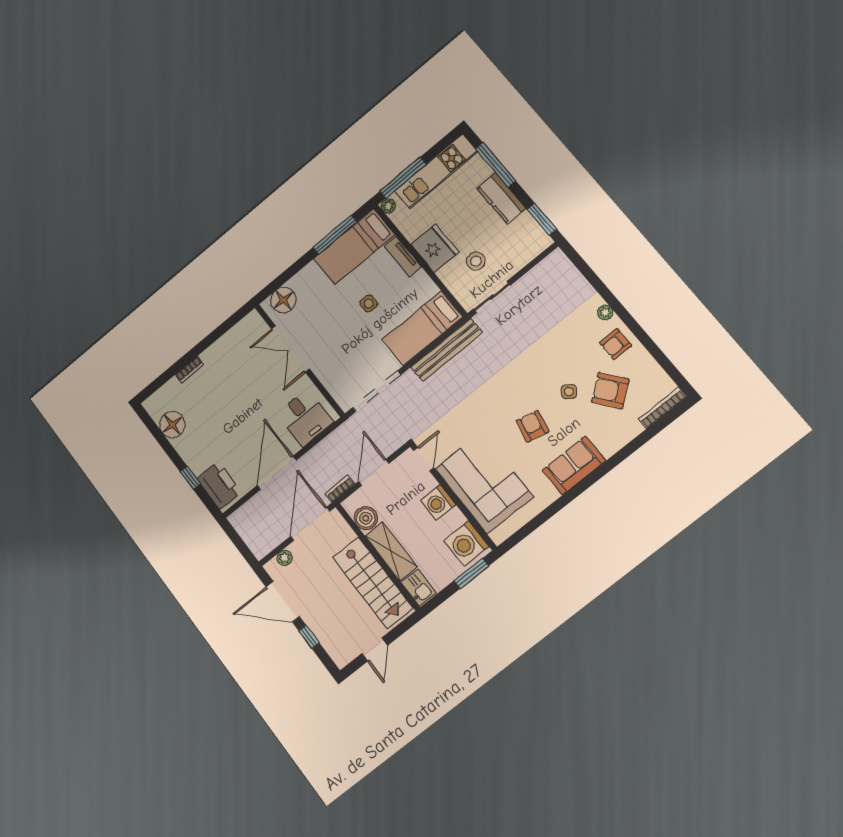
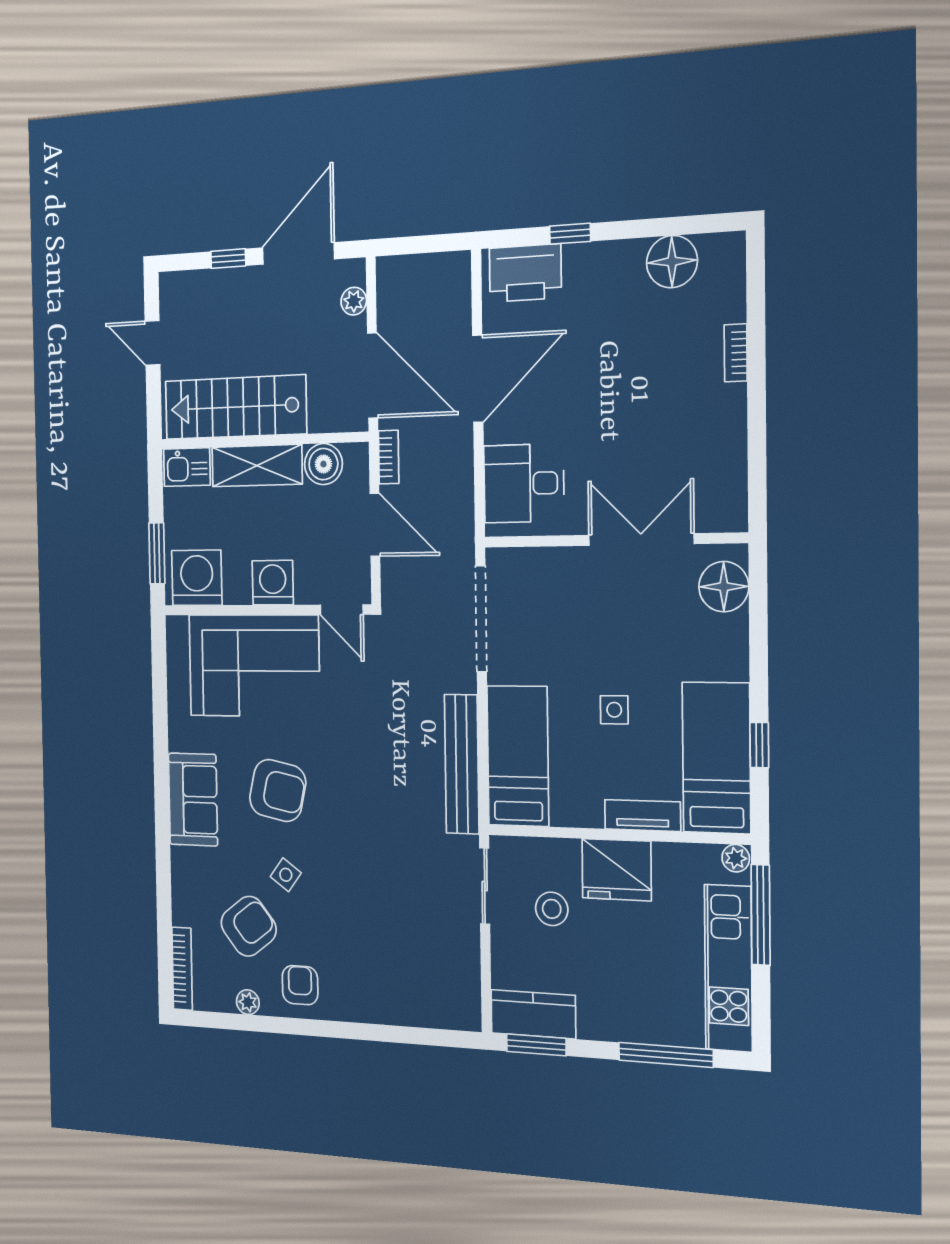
kitchen counter: (501, 198) -> (533, 1014), moved
window: (335, 235) -> (759, 745), width x0.46
plant: (605, 313) -> (248, 1002), moved
armchair: (533, 426) -> (278, 790), width x1.38, depth x1.38
door: (277, 473) -> (478, 379), hinge flipped

